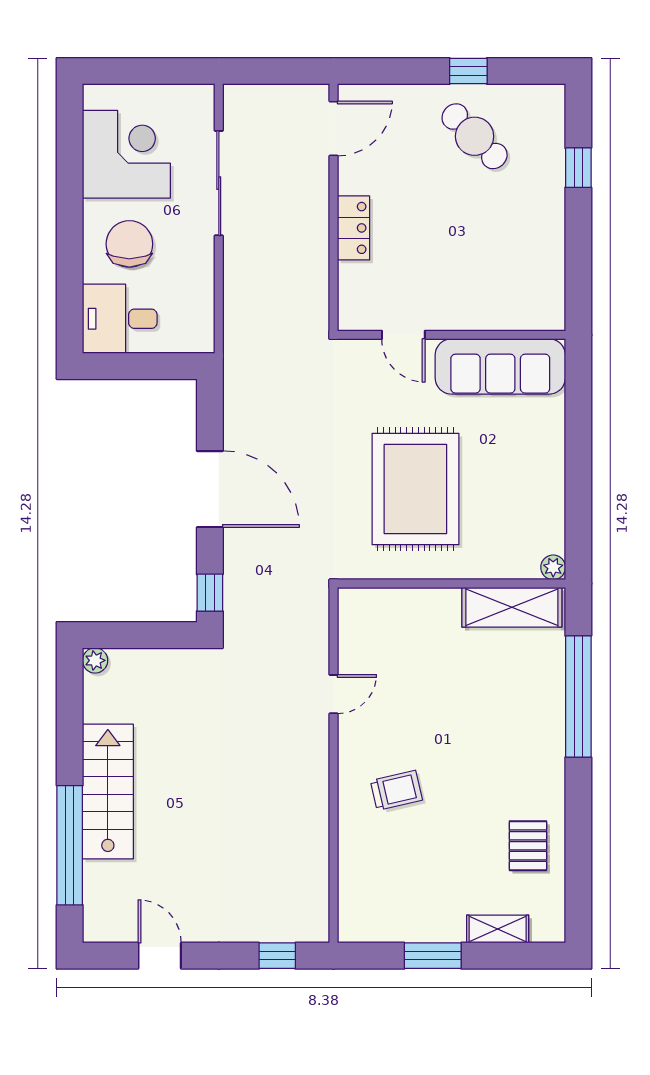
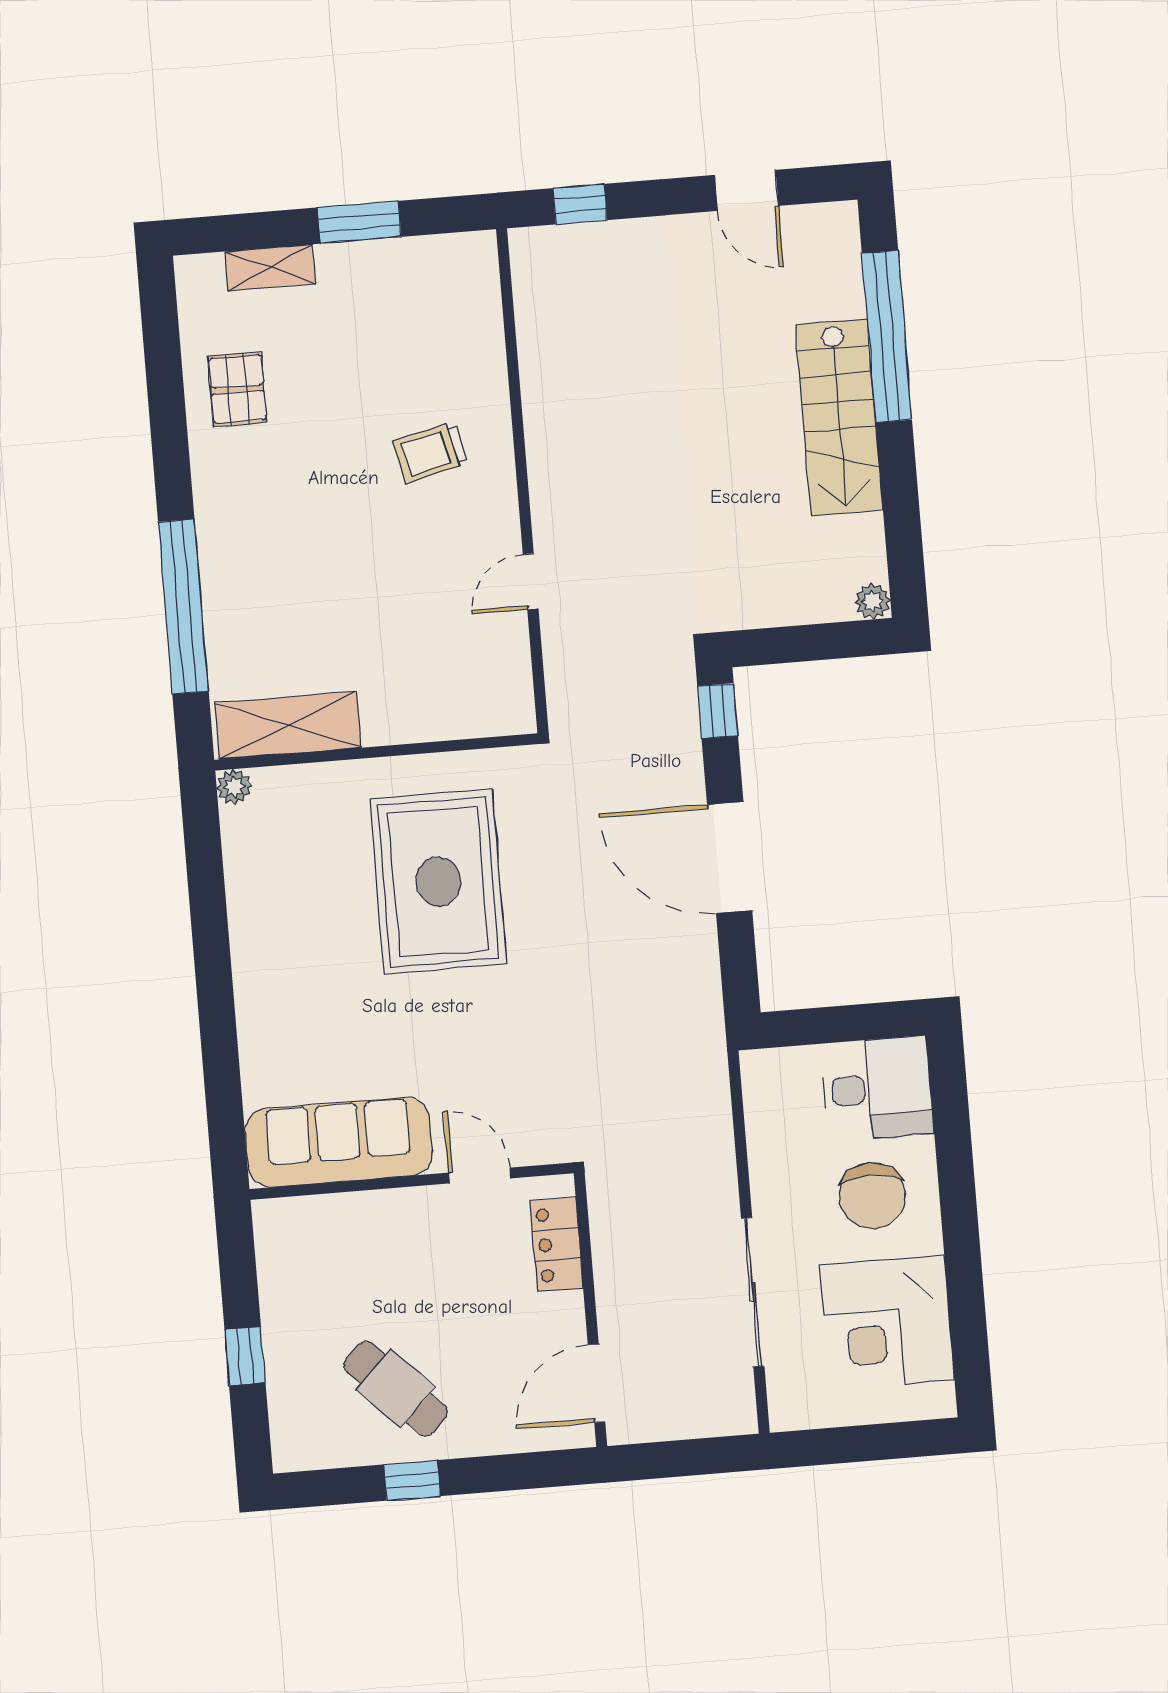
door: (403, 335) -> (480, 1176), moved
wall: (451, 335) -> (412, 1181), moved
sofa: (500, 366) -> (339, 1142), moved

